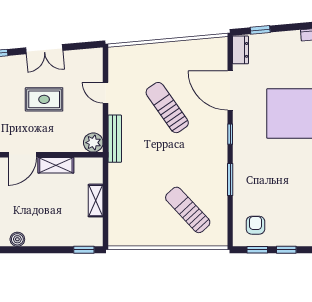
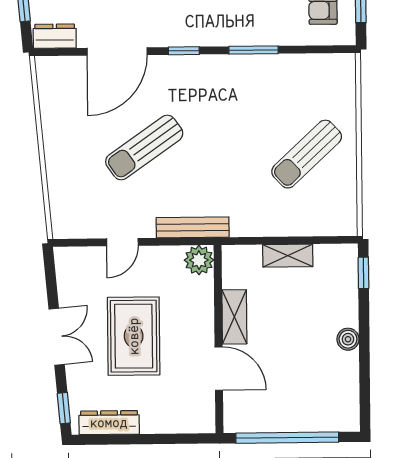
rug: (44, 99) -> (134, 336), width x1.36, depth x1.43
sun lounger: (188, 210) -> (307, 154), moved
boiler: (17, 239) -> (348, 339), moved

